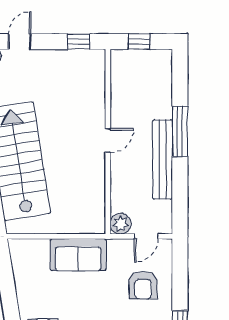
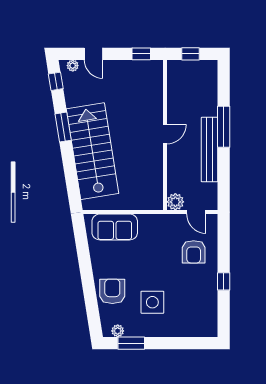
door: (20, 42) -> (93, 54), swing flipped
door: (146, 236) -> (196, 212), hinge flipped
sofa: (78, 255) -> (115, 227), moved

